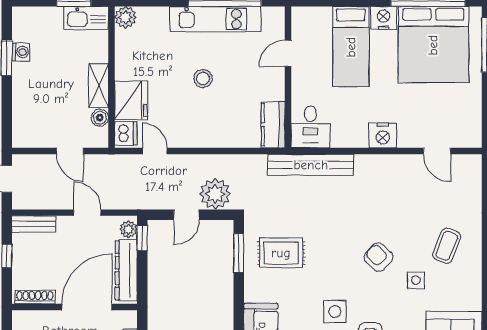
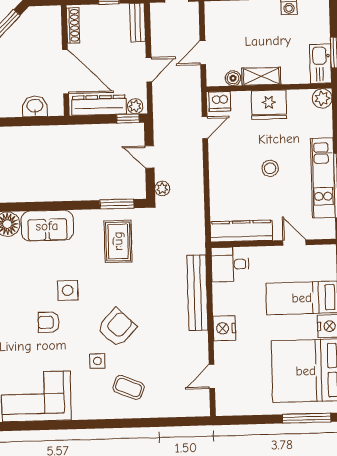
fridge: (131, 100) -> (269, 105), moved
kitchen counter: (273, 125) -> (241, 231), width x1.50
bench: (311, 165) -> (197, 293), moved
plant: (215, 194) -> (162, 188), width x0.53, depth x0.53
armchair: (379, 257) -> (117, 328), width x1.38, depth x1.38

